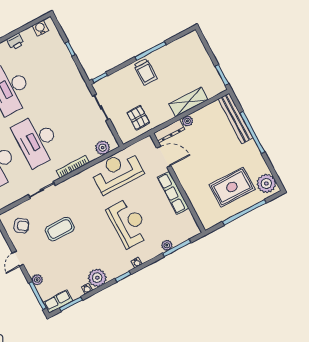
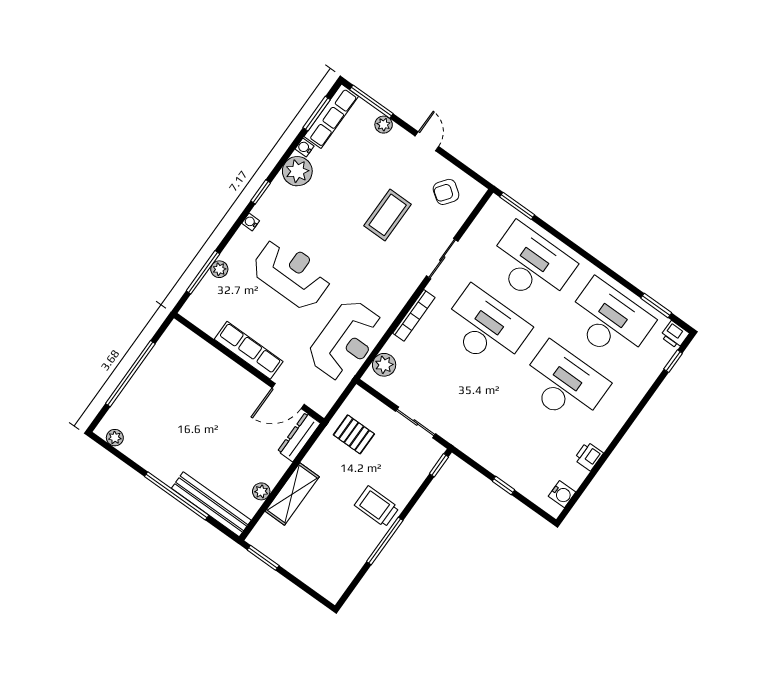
plant: (187, 121) -> (261, 491), moved
plant: (266, 184) -> (115, 438), width x0.53, depth x0.53
rug: (232, 187) -> (167, 402), removed
reception desk: (128, 223) -> (292, 274), turned 180
row of seats: (58, 302) -> (331, 116), width x1.48

